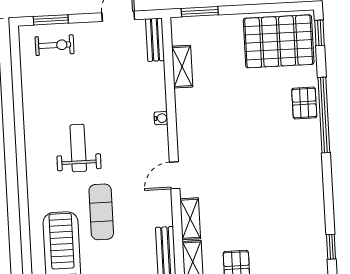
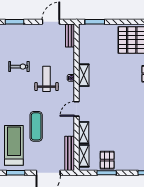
exercise bike: (55, 45) -> (19, 67), moved
shelving: (182, 67) -> (84, 75), moved
weight bench: (78, 148) -> (47, 79), moved

